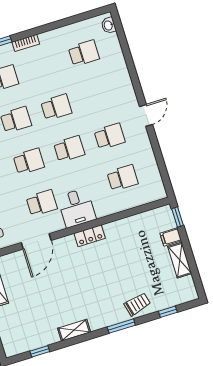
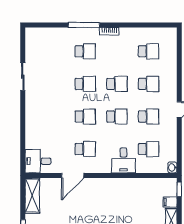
washbasin: (109, 25) -> (172, 167), moved
school desk: (97, 95) -> (149, 84), added
desk: (77, 208) -> (123, 160), moved
locker: (90, 236) -> (112, 183), removed

